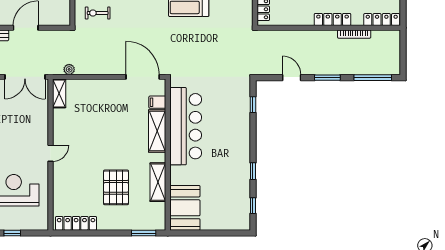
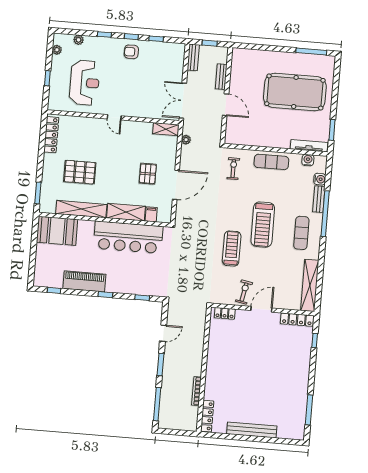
locker: (333, 19) -> (211, 373), removed
door: (143, 77) -> (176, 185), moved
pallet: (111, 110) -> (148, 174), added
window: (253, 171) -> (105, 295), moved
piano: (240, 172) -> (84, 281), added
shelving: (158, 182) -> (81, 209), width x1.47

